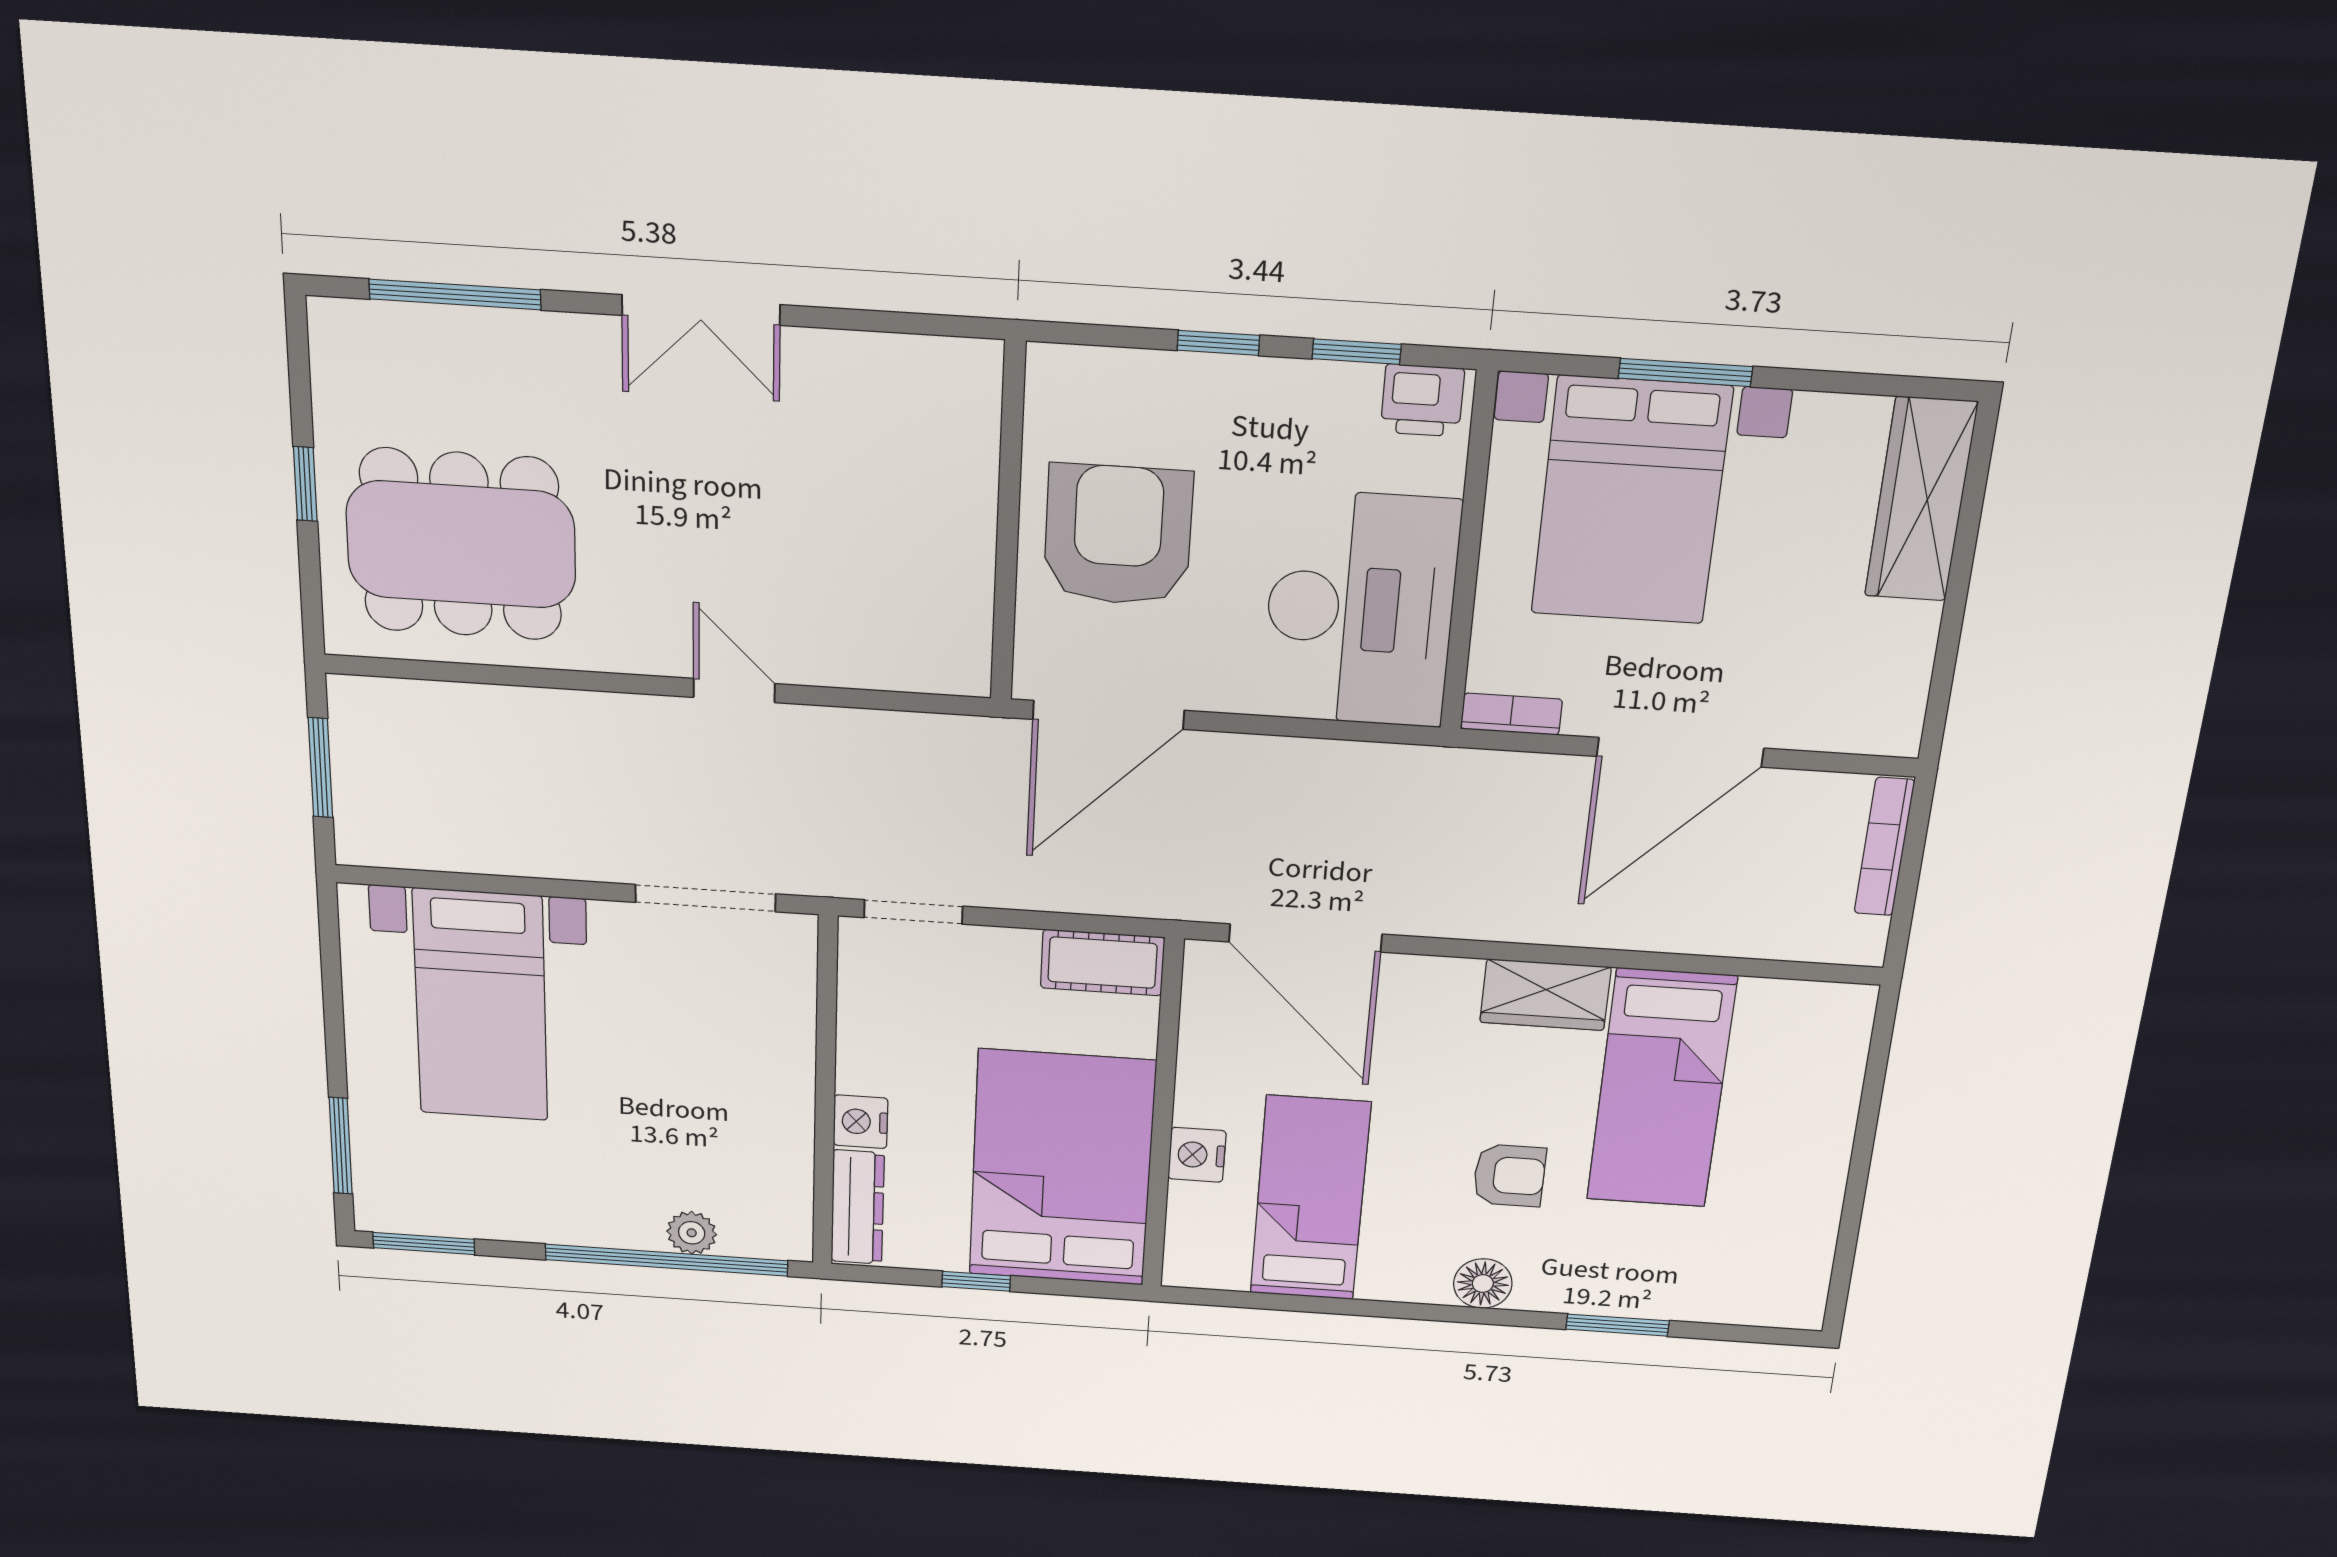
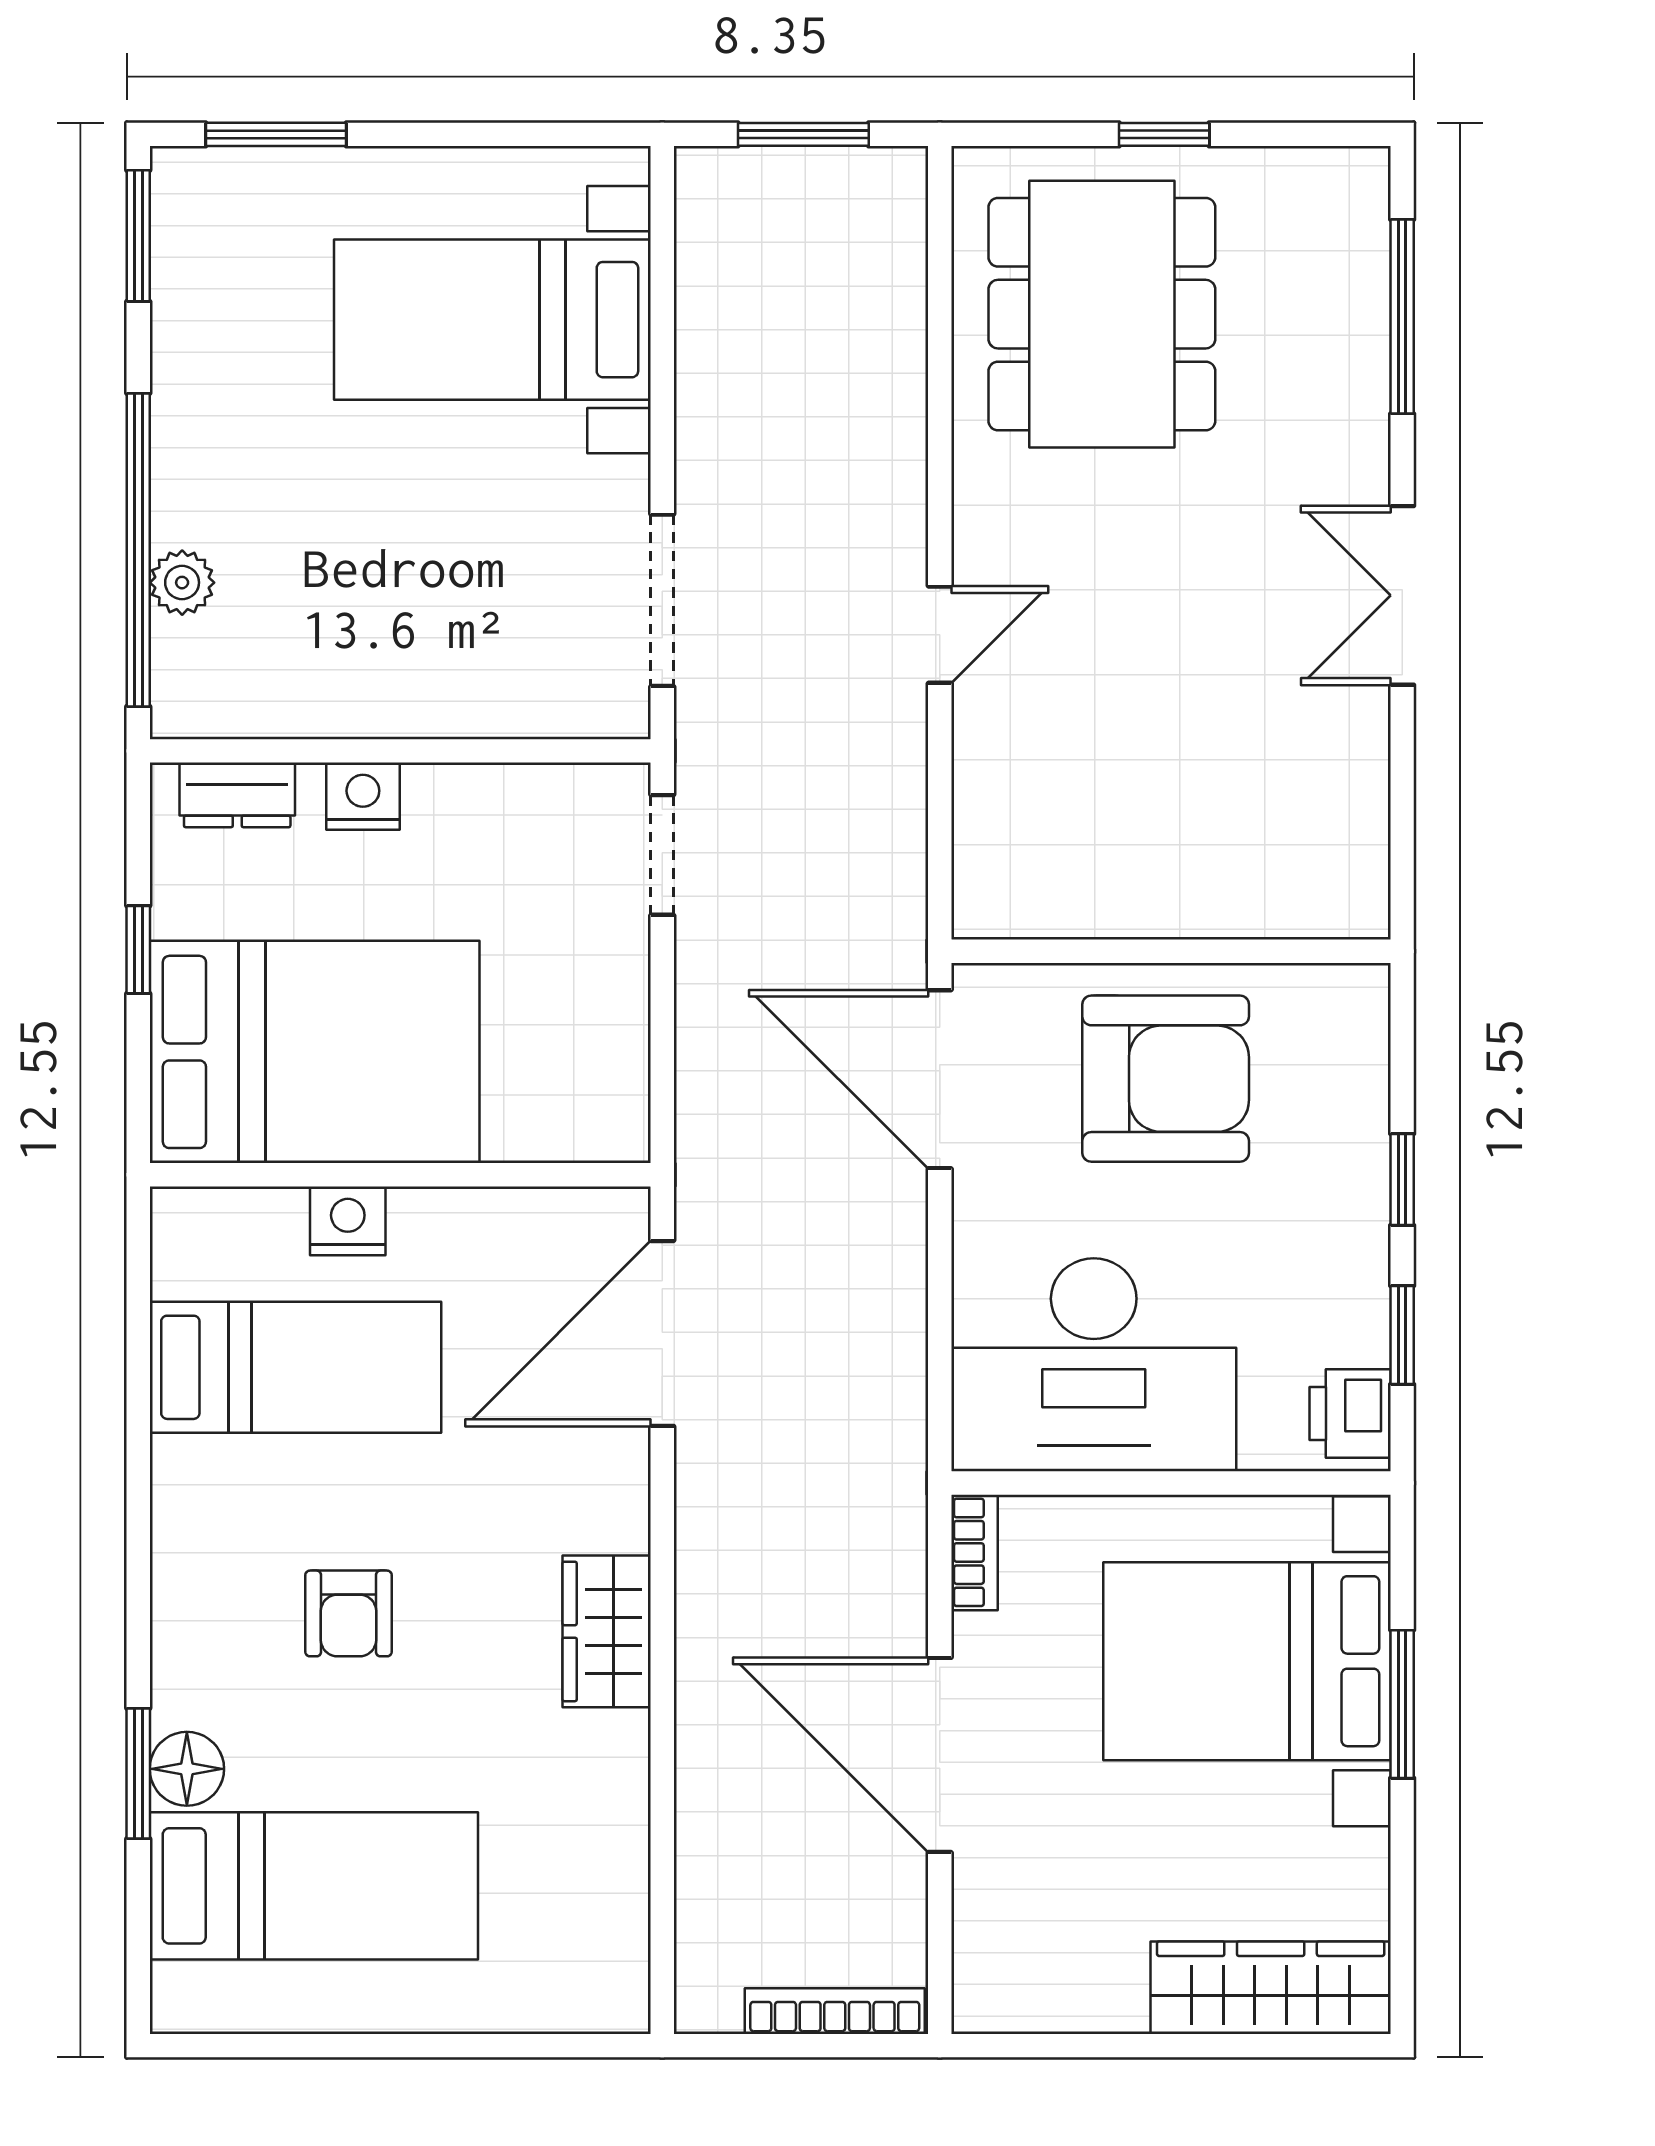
cot: (1102, 963) -> (610, 1089), removed
bed: (1661, 1089) -> (314, 1886), moved, turned 180
dresser: (858, 1207) -> (237, 795), width x0.70
floor lamp: (1483, 1284) -> (187, 1769), moved

